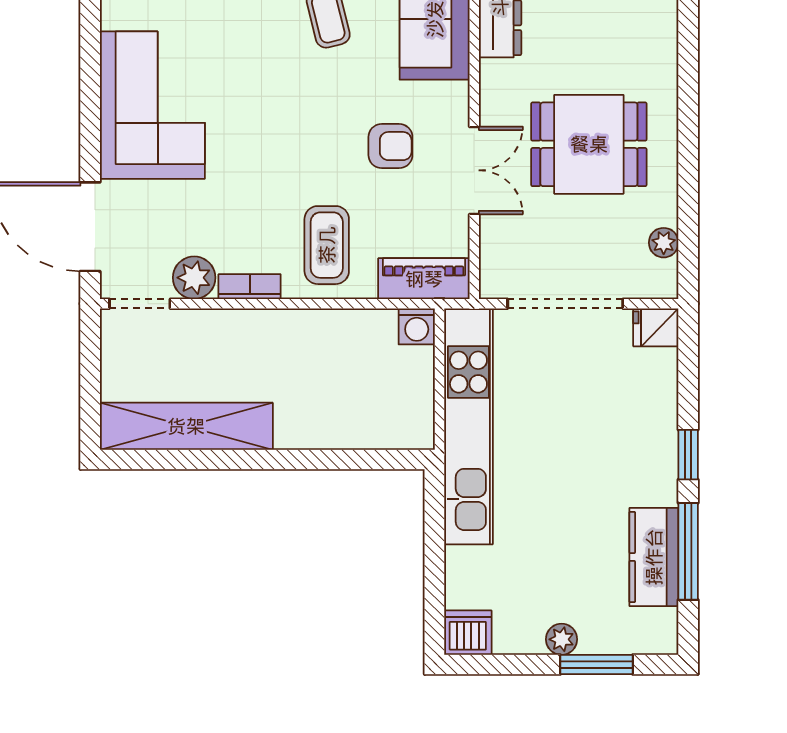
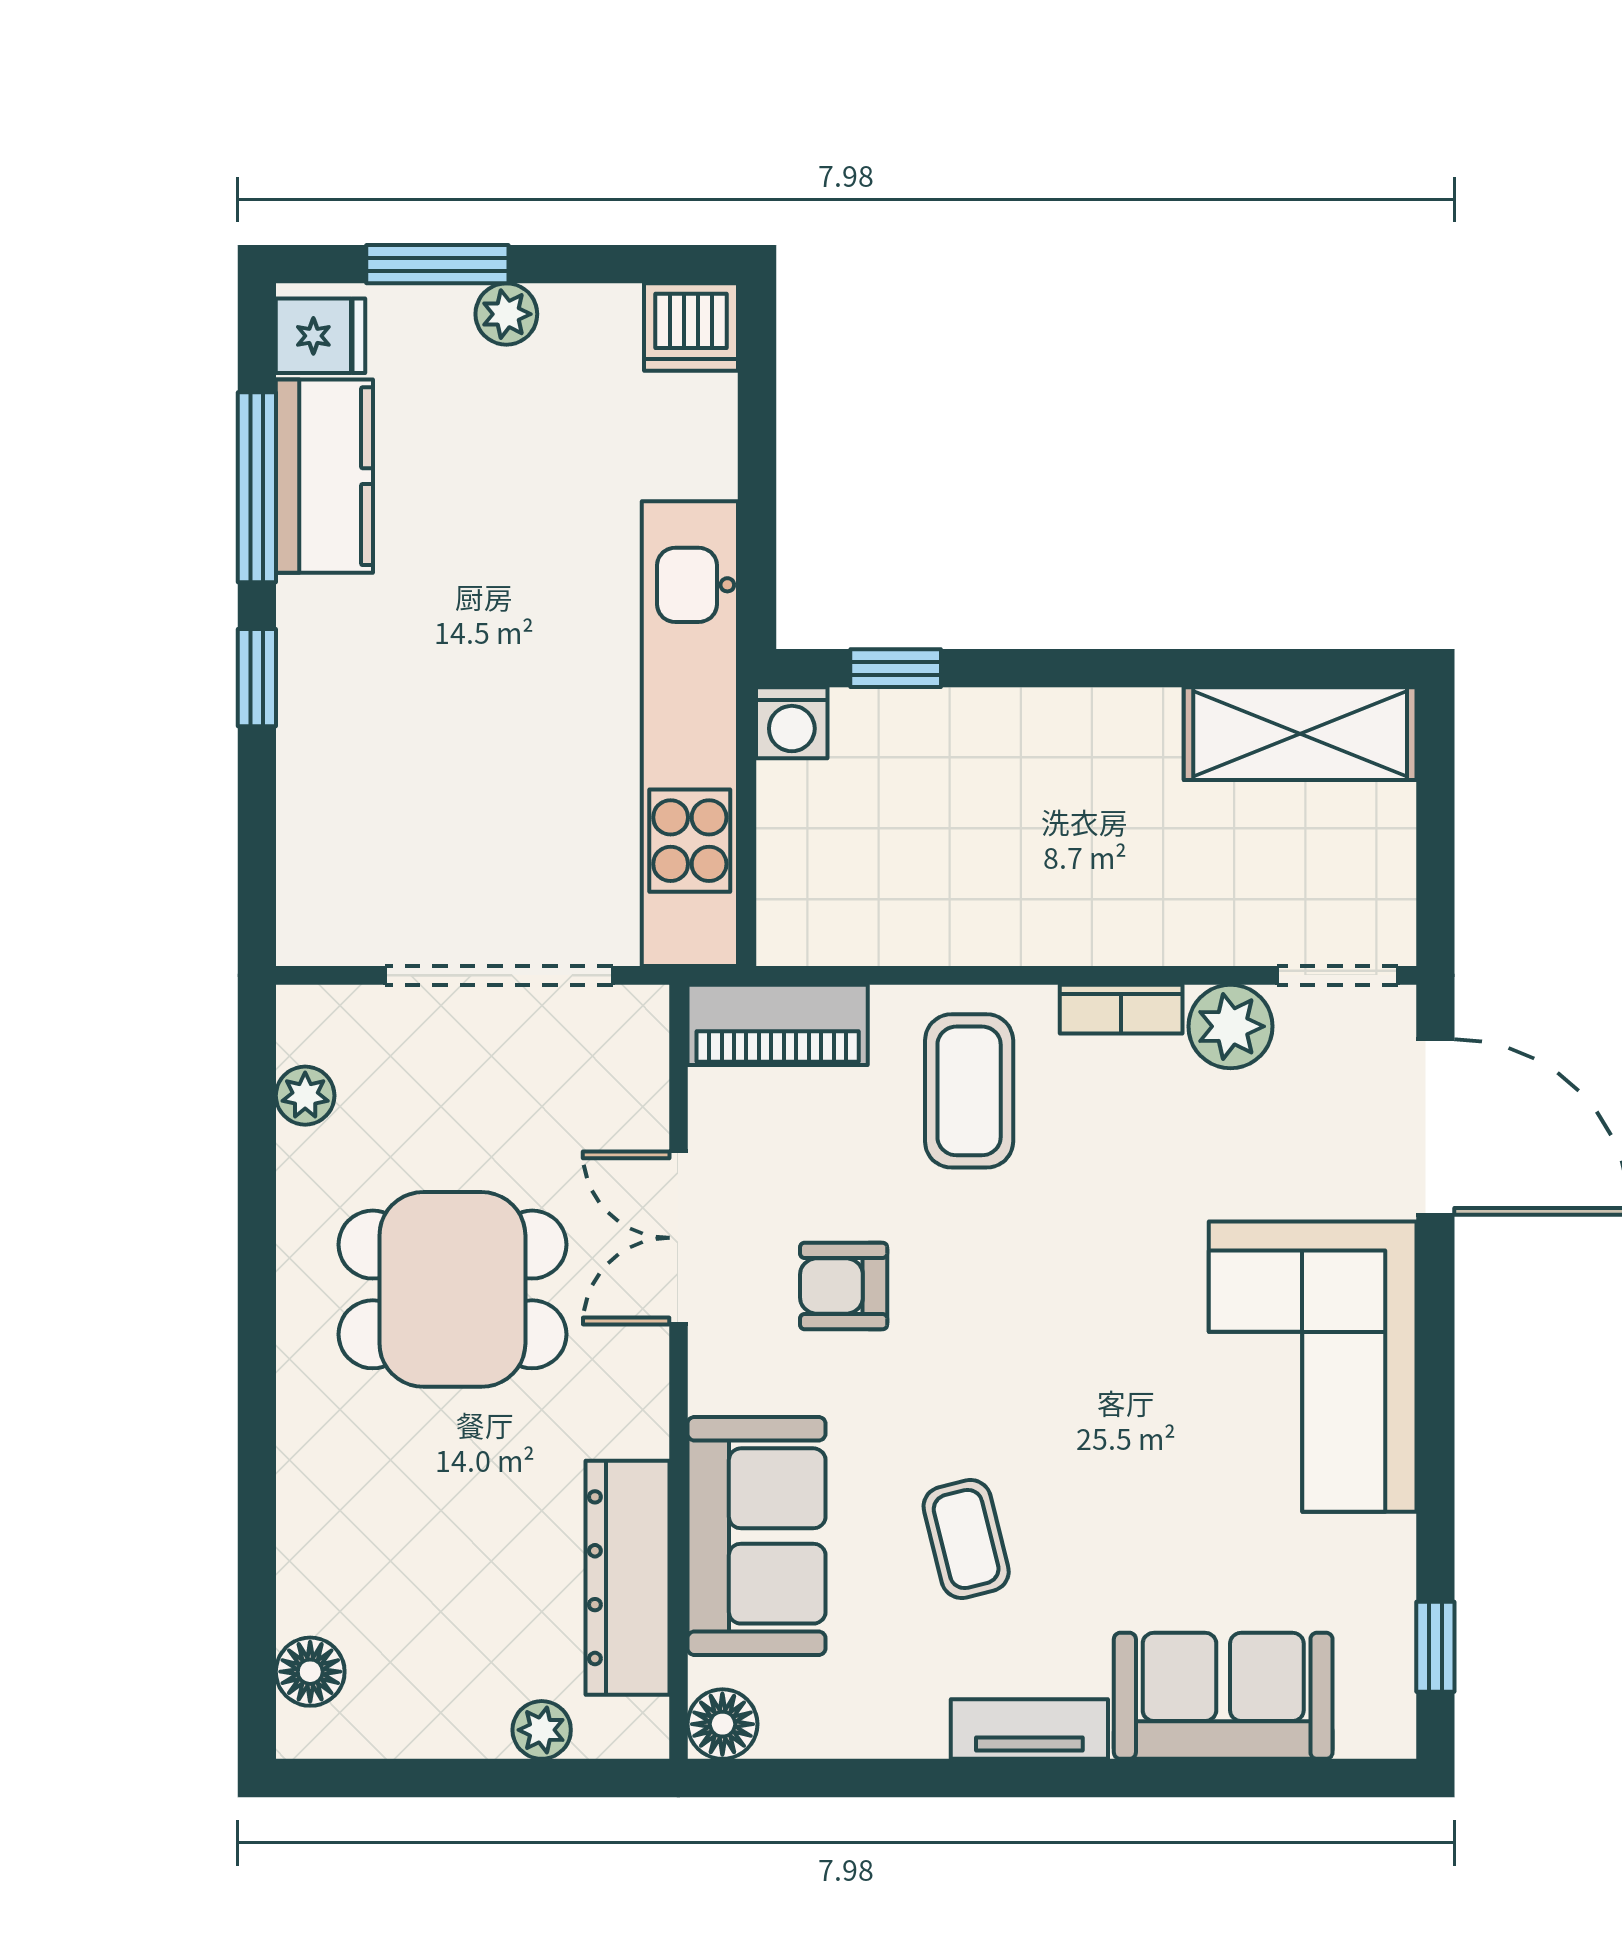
washing machine: (417, 326) -> (792, 723), moved, turned 180
fridge: (656, 327) -> (321, 336), moved
shelving: (186, 426) -> (1300, 734), width x0.68
window: (364, 460) -> (896, 668), added

